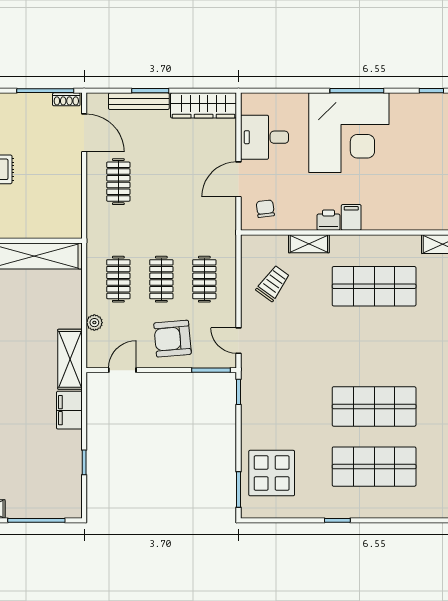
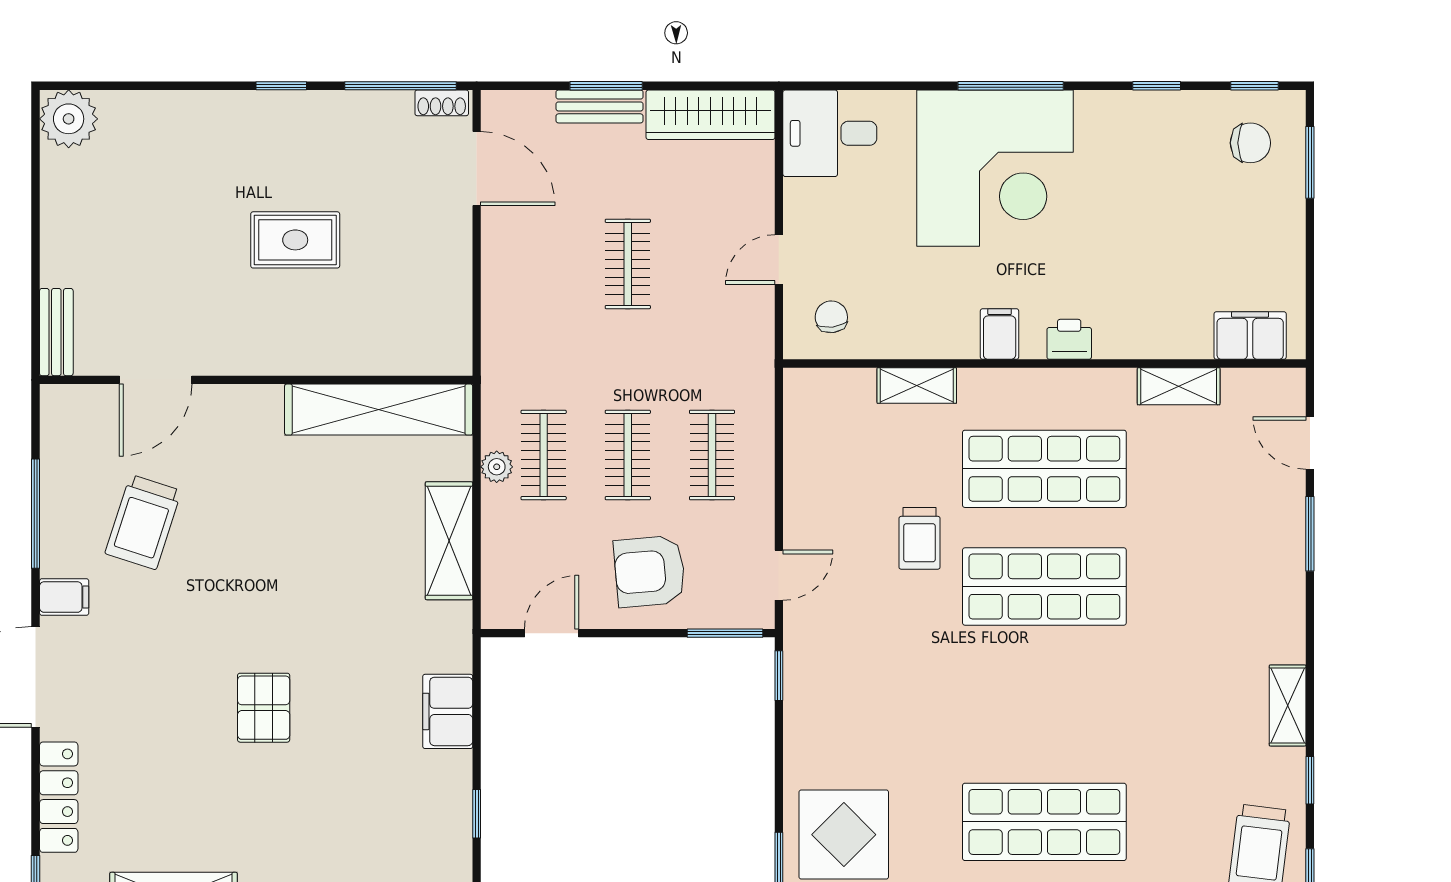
bench: (139, 101) -> (599, 106), width x0.73
desk: (264, 137) -> (830, 133), moved
door: (239, 179) -> (779, 260), width x0.73
clothes rail: (118, 182) -> (628, 264), moved
printer: (328, 220) -> (1069, 339), moved
trolley: (273, 283) -> (920, 538), moved, turned 144
plant: (94, 323) -> (497, 467), moved
door: (239, 341) -> (779, 575), swing flipped
shelving: (70, 359) -> (449, 541), moved
shop shelf: (374, 406) -> (1044, 587), moved

